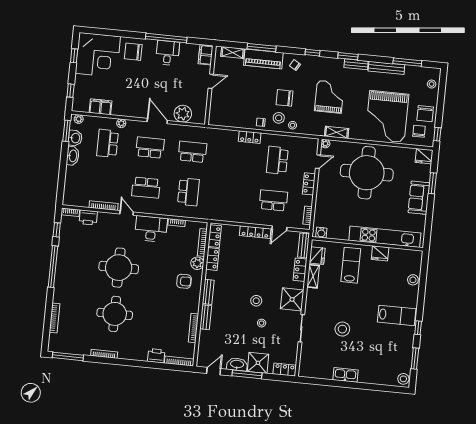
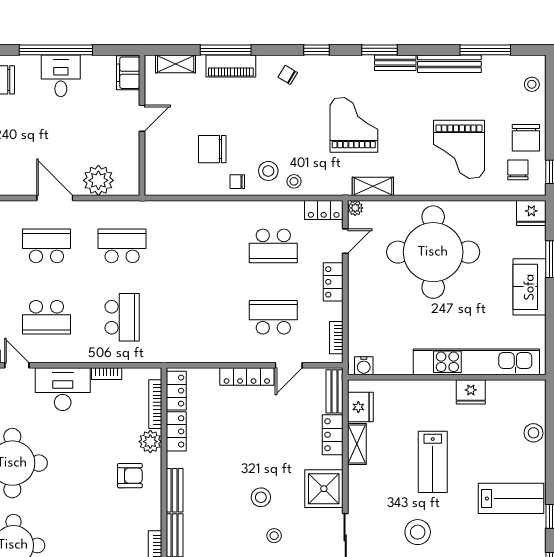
piano: (263, 59) -> (231, 66), width x0.73, depth x0.75
chair: (284, 98) -> (212, 149), moved
grand piano: (387, 116) -> (459, 149), width x0.73, depth x0.68
locker: (250, 137) -> (324, 210), moved
school desk: (277, 160) -> (273, 246), turned -90
lab bench: (351, 265) -> (433, 462), moved, turned 180

